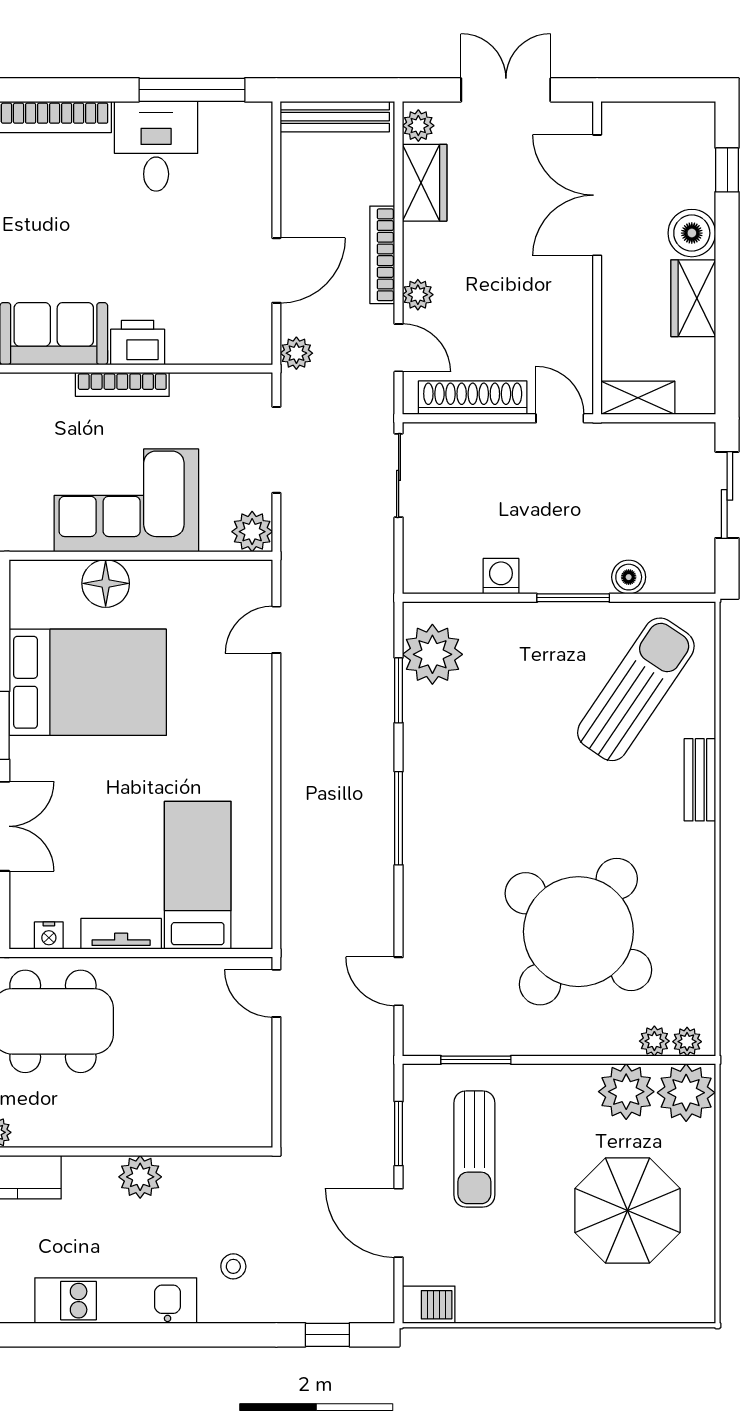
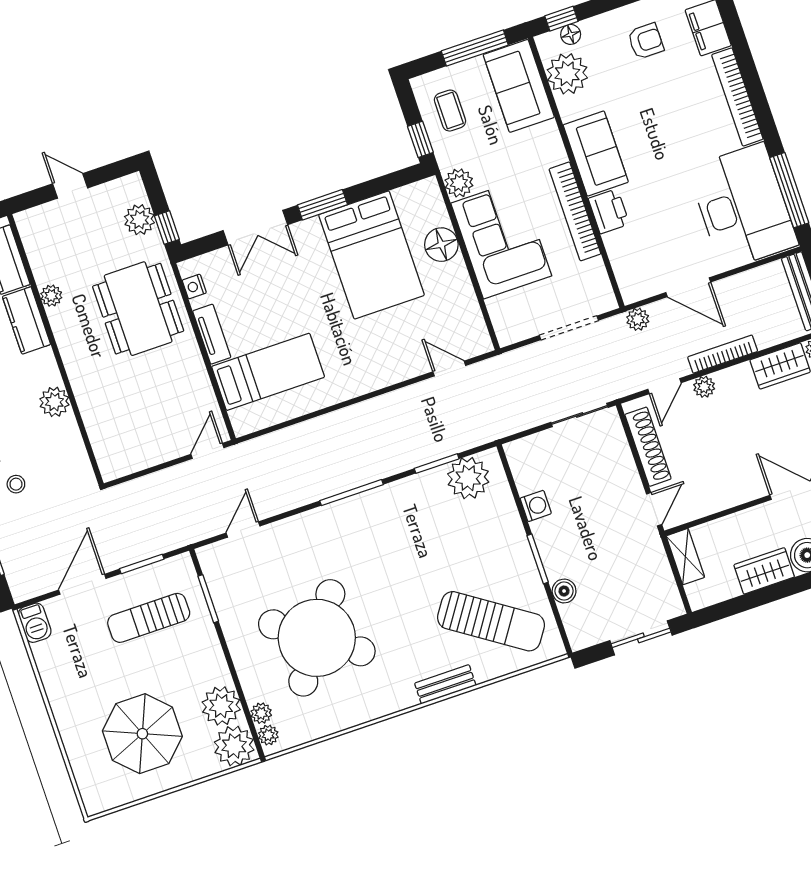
desk: (156, 146) -> (743, 206), width x1.87, depth x1.30
bookcase: (122, 384) -> (575, 211), width x1.48, depth x1.31
plant: (252, 532) -> (459, 183), moved

